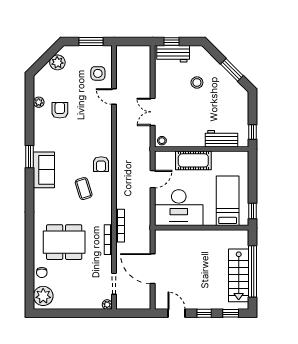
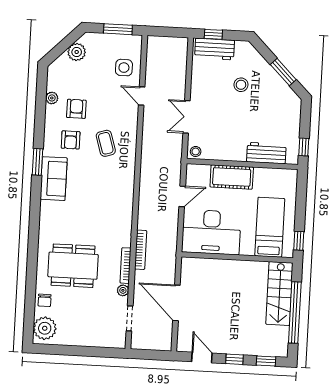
armchair: (101, 164) -> (71, 140), moved
coffee table: (84, 189) -> (106, 143), moved
stairs: (239, 275) -> (279, 293), moved
plant: (107, 305) -> (123, 290), moved

